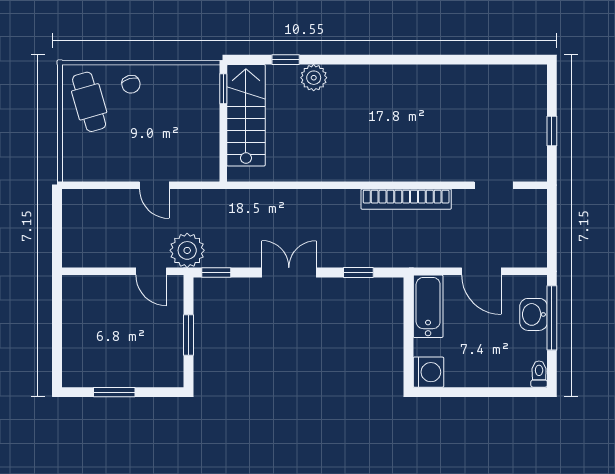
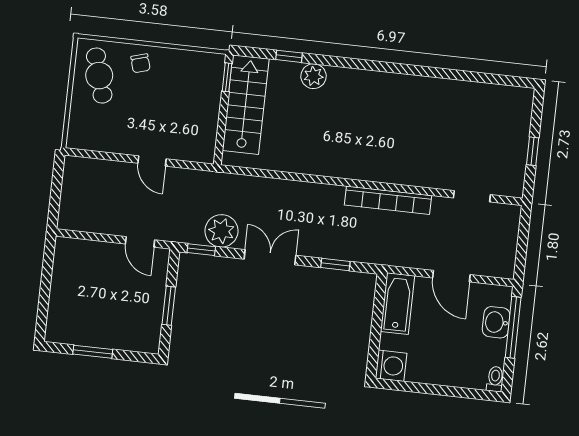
plant: (187, 250) -> (221, 231), moved

